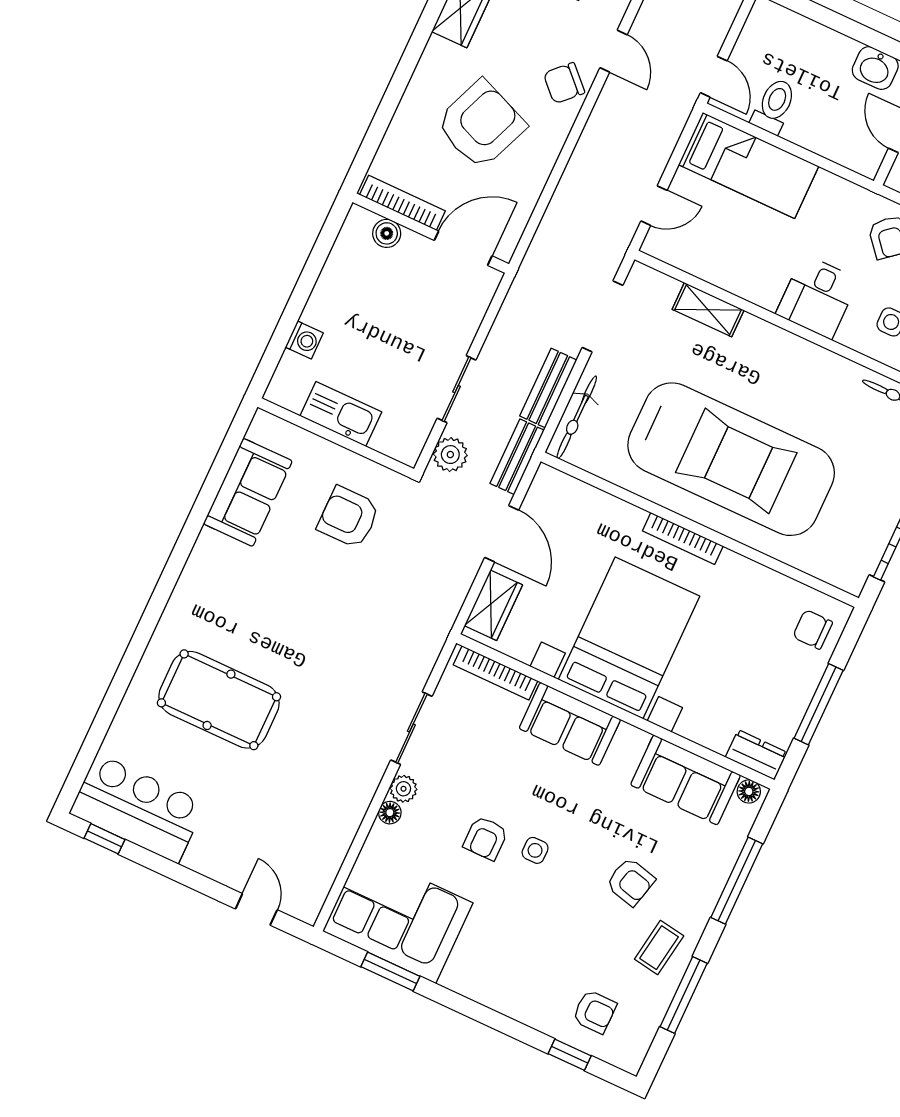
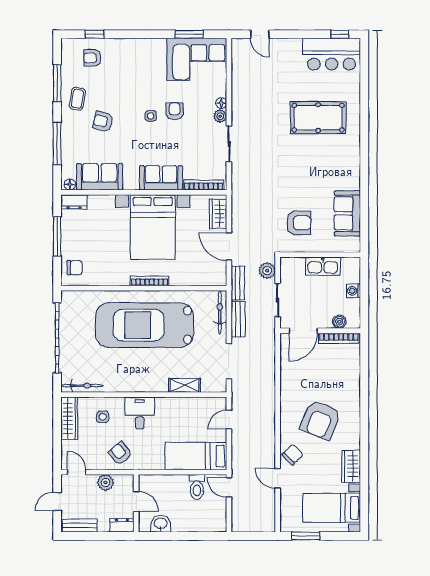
bookcase: (402, 203) -> (339, 338), moved
boiler: (387, 233) -> (339, 322), moved
wall: (431, 233) -> (320, 331), moved
door: (463, 248) -> (303, 331), moved

